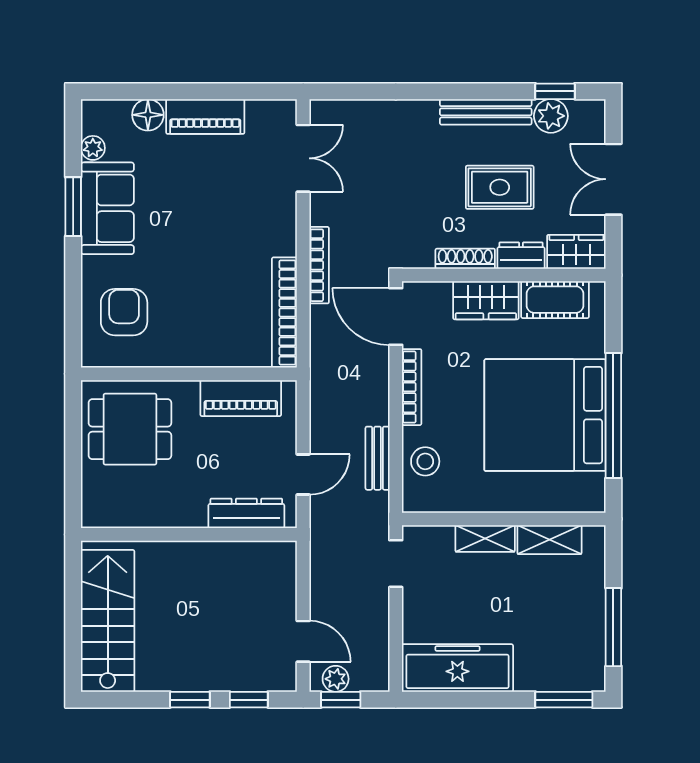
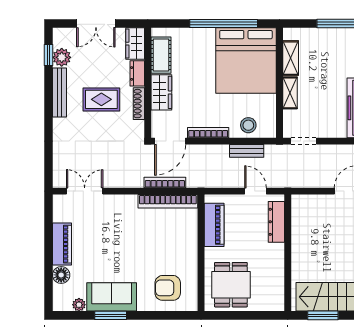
rug: (500, 187) -> (101, 99), moved, turned 90
bookcase: (319, 265) -> (165, 183), moved
bed: (545, 415) -> (246, 60), moved
window: (73, 599) -> (323, 315), added

